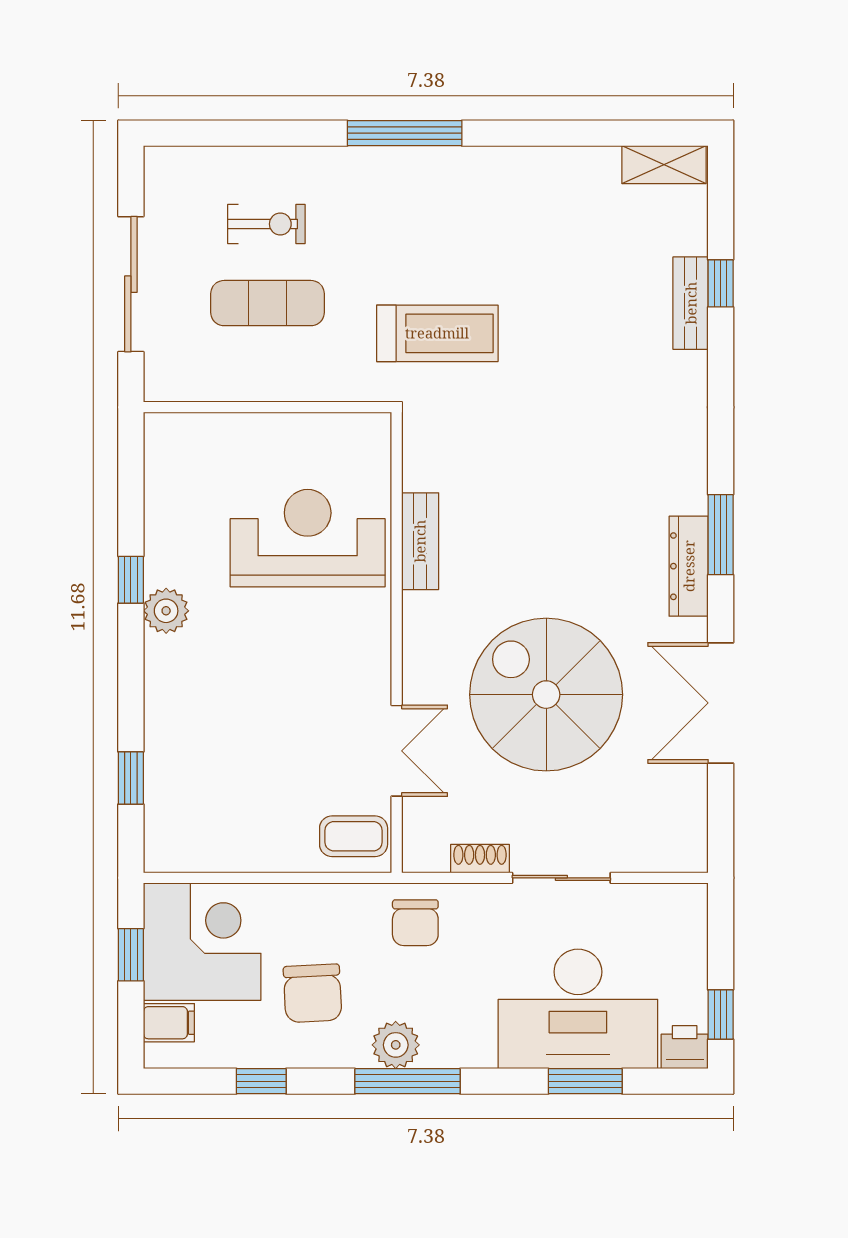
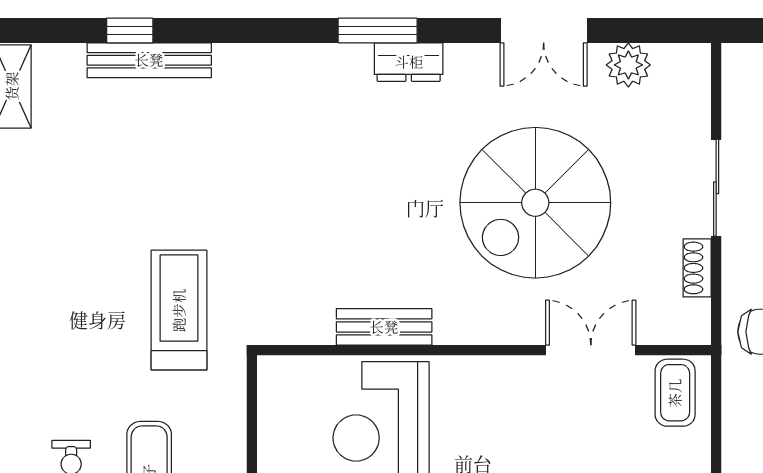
bench: (691, 303) -> (149, 60), width x1.36
dresser: (689, 566) -> (409, 62), width x0.70
double door: (721, 703) -> (544, 30), width x0.73
plant: (686, 789) -> (628, 65), added

